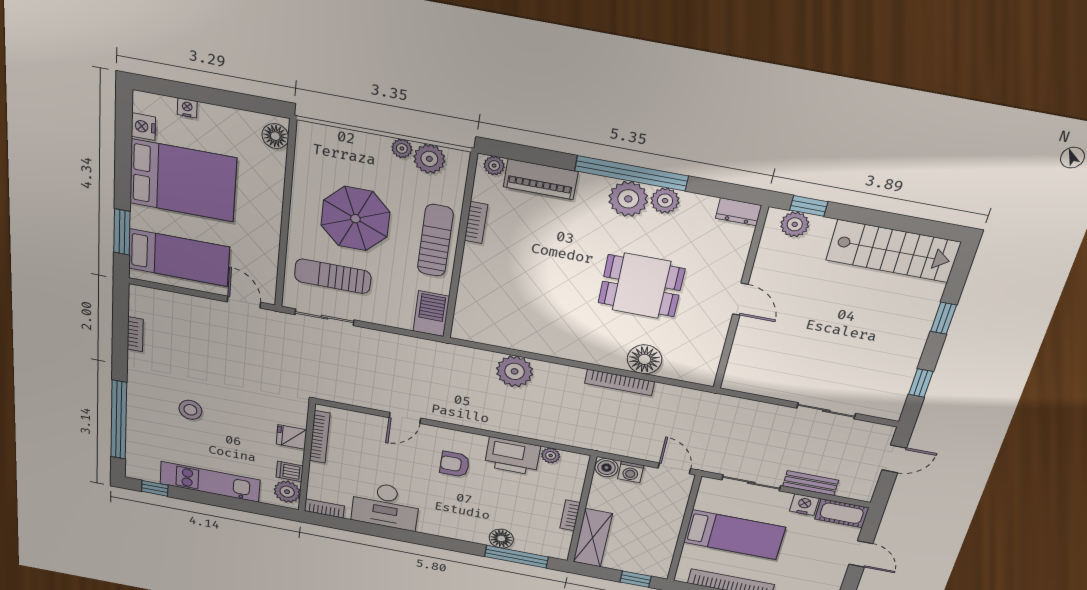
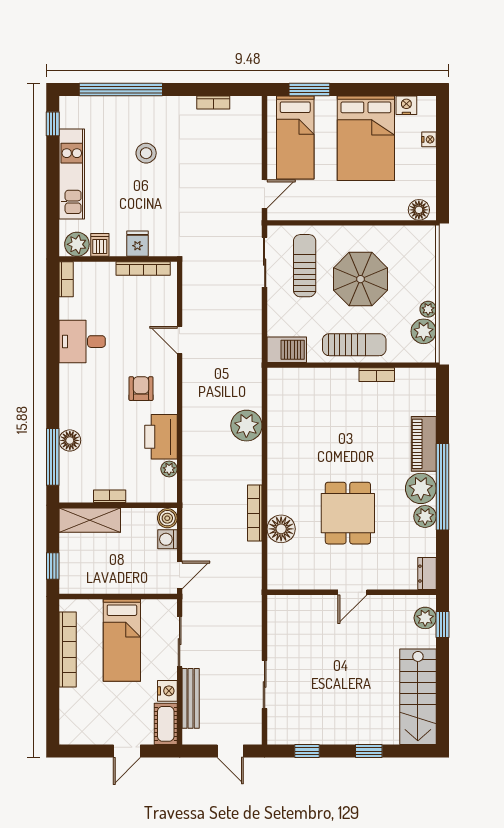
plant: (494, 166) -> (428, 382), removed
piano: (541, 179) -> (424, 444), moved
bench: (811, 483) -> (191, 698), width x1.36
desk: (386, 506) -> (82, 342), width x0.73

